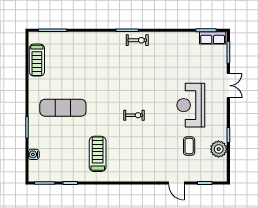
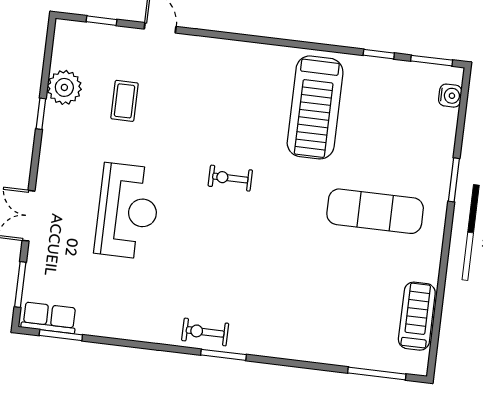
reception desk: (191, 105) -> (128, 211), moved
water cooler: (34, 154) -> (450, 96), moved
treadmill: (98, 154) -> (315, 107), width x1.37, depth x1.38

